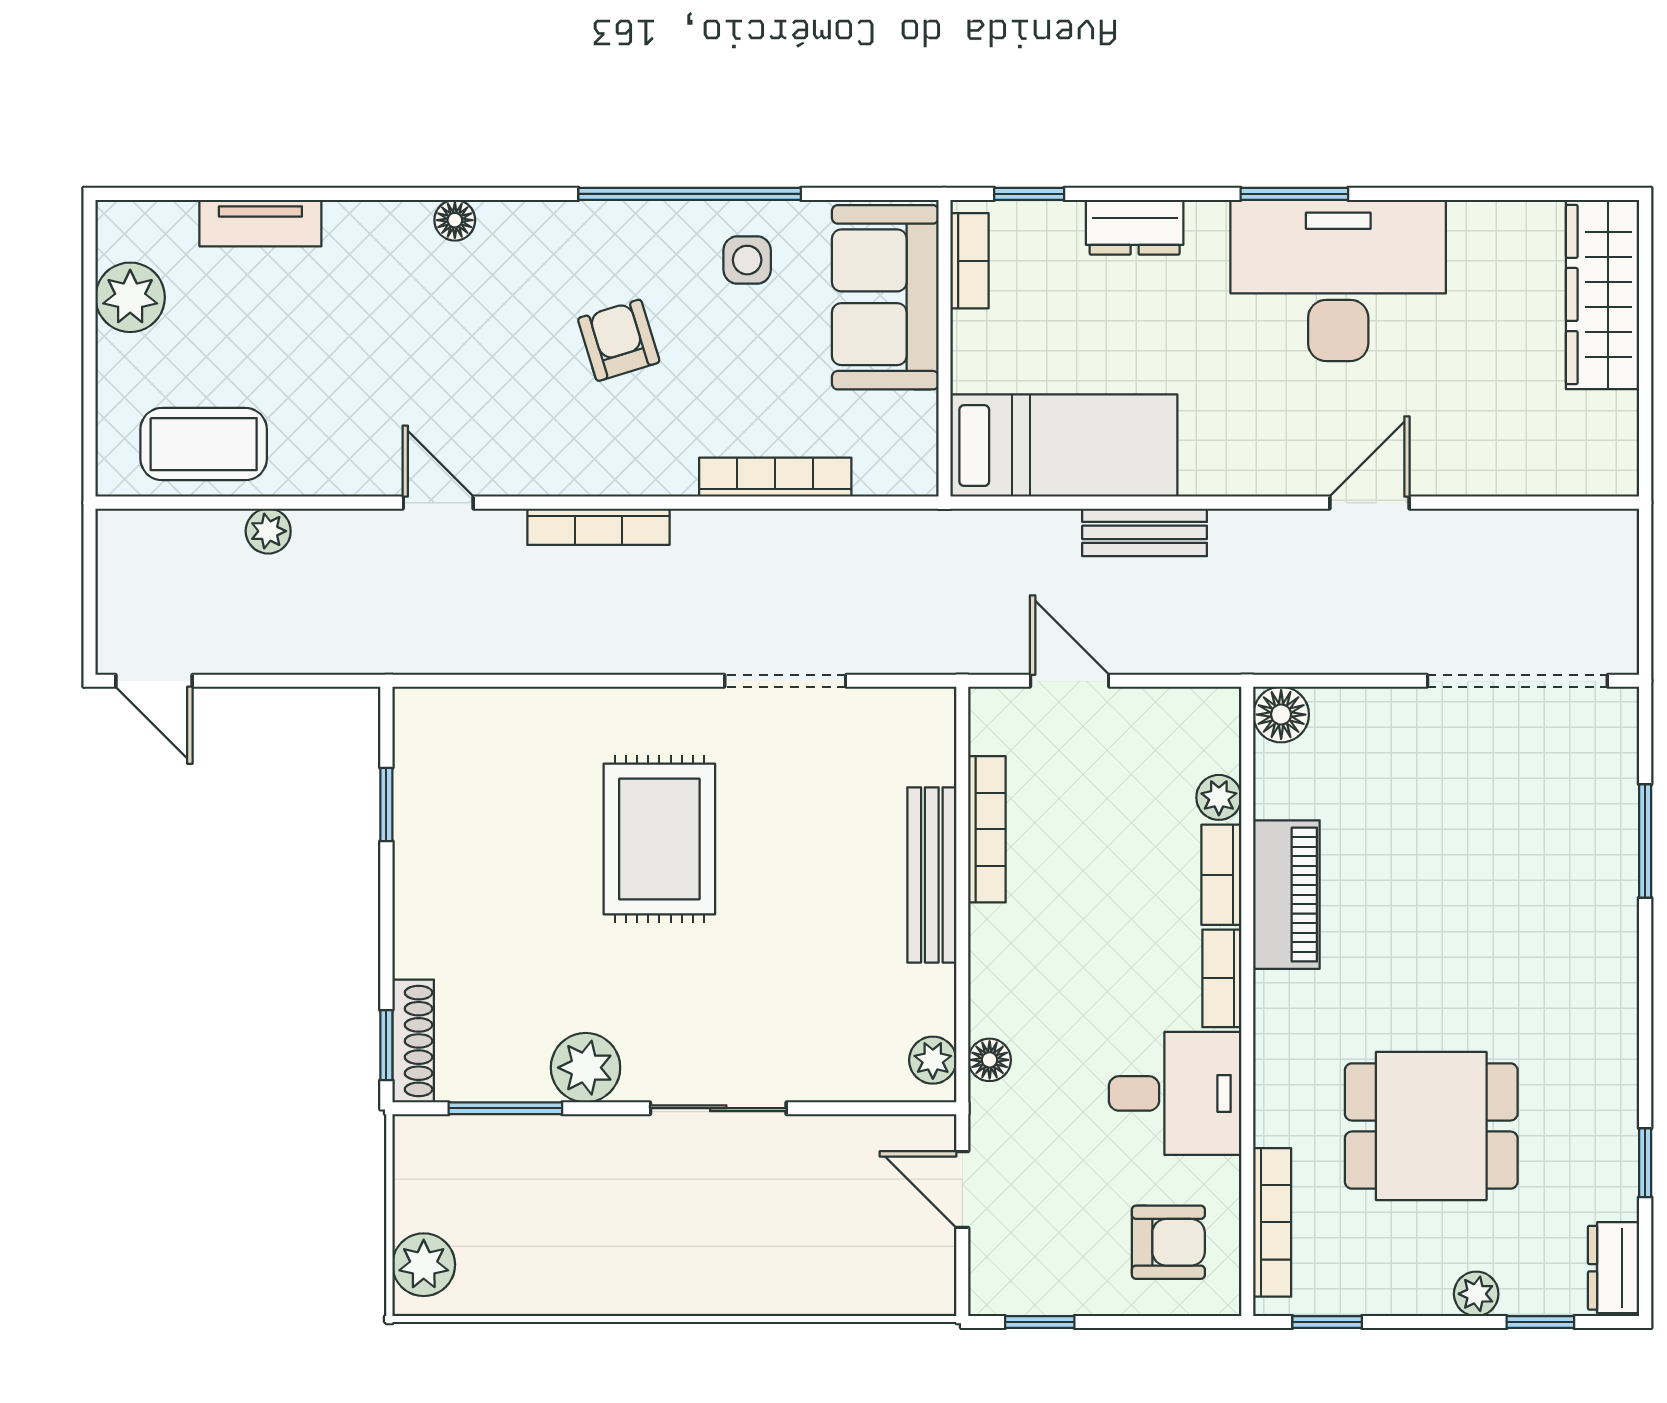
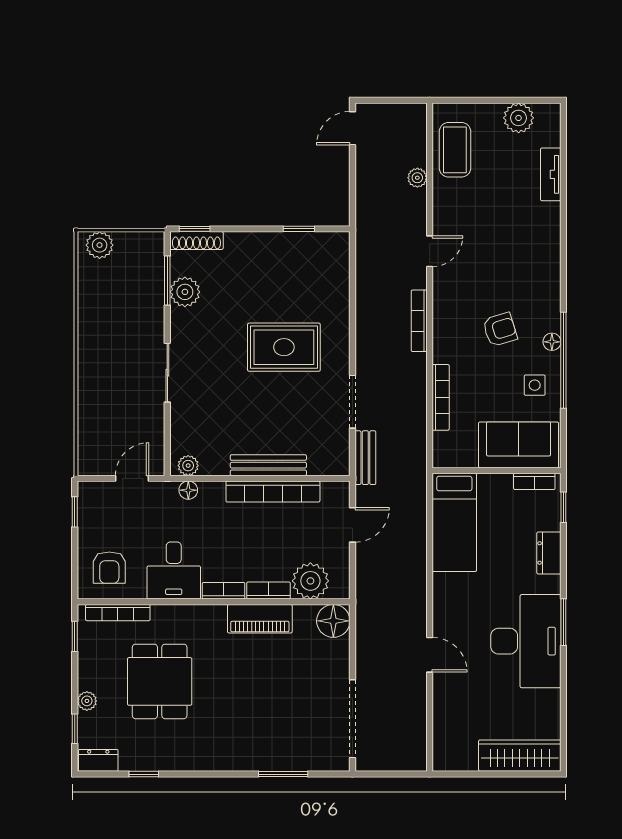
floor lamp: (455, 220) -> (552, 342), moved
bench: (1145, 532) -> (365, 458), moved
floor lamp: (1281, 715) -> (333, 621), width x1.38, depth x1.38
plant: (1219, 797) -> (310, 581), width x1.87, depth x1.87
bookcase: (987, 829) -> (273, 492), width x1.48, depth x1.31
plant: (586, 1068) -> (185, 292), moved

